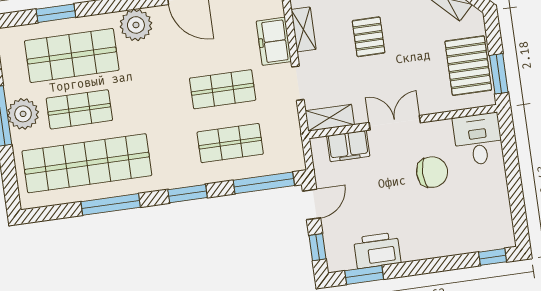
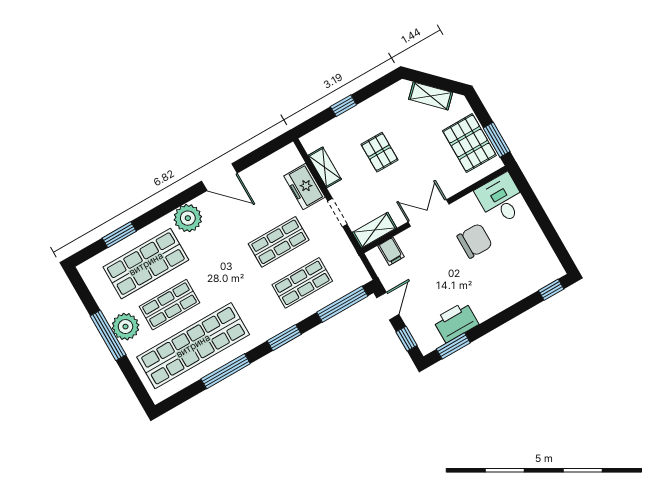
filing cabinet: (348, 146) -> (391, 251), width x0.50

